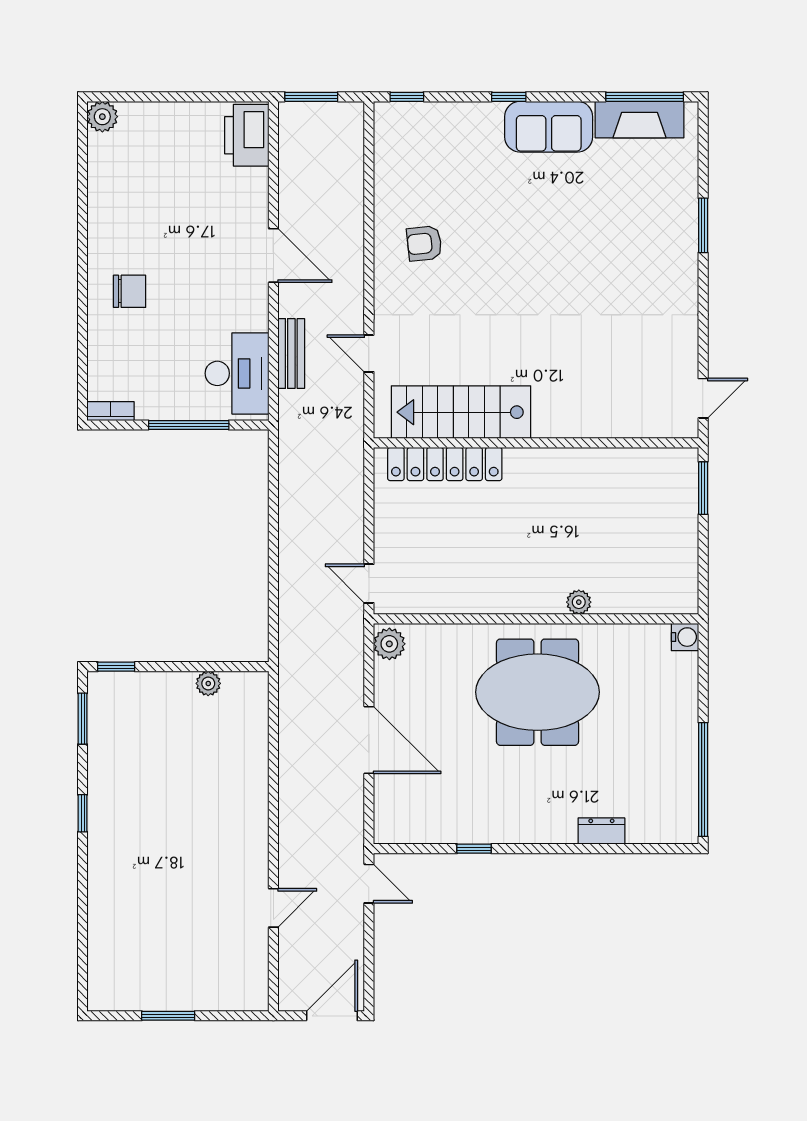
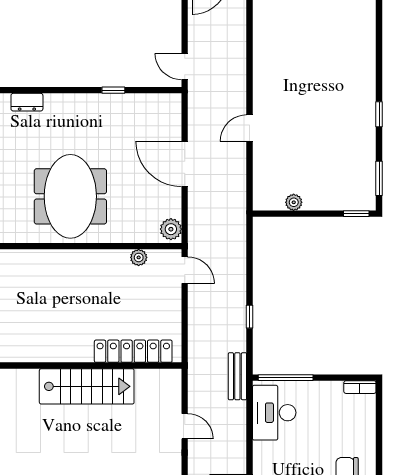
bench: (291, 353) -> (237, 376), moved
stairs: (461, 412) -> (87, 386), moved
window: (189, 425) -> (286, 378), moved
window: (273, 515) -> (249, 317), added
plant: (579, 602) -> (139, 257), moved
meeting table: (537, 692) -> (70, 196), turned 90
door: (273, 908) -> (249, 128), moved

